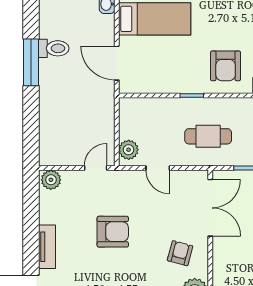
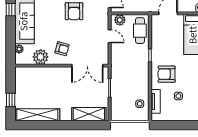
cafe table: (208, 136) -> (140, 31), moved
door: (158, 168) -> (110, 36), swing flipped

